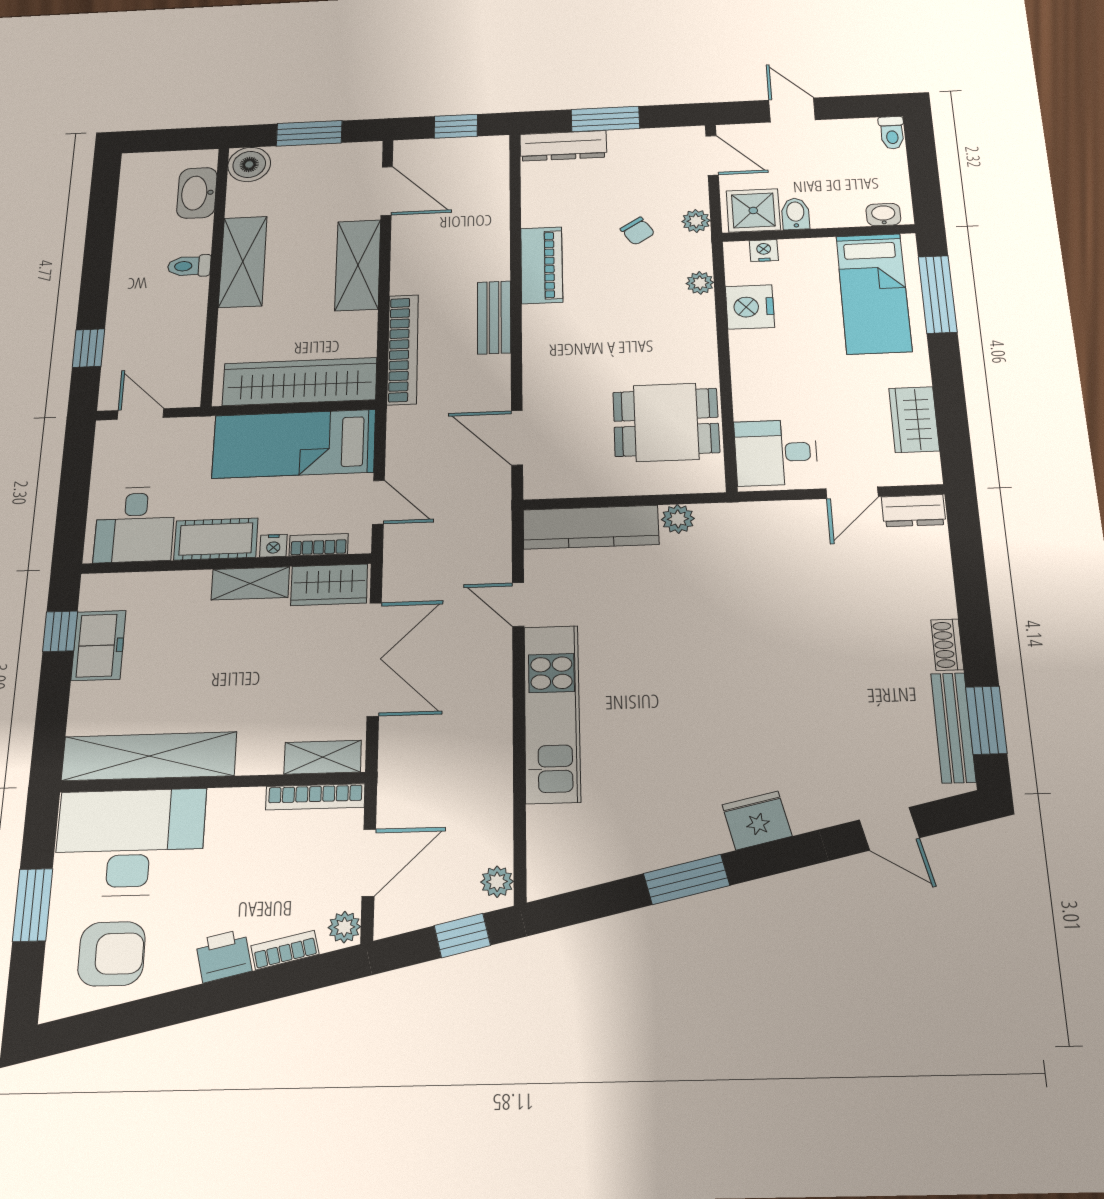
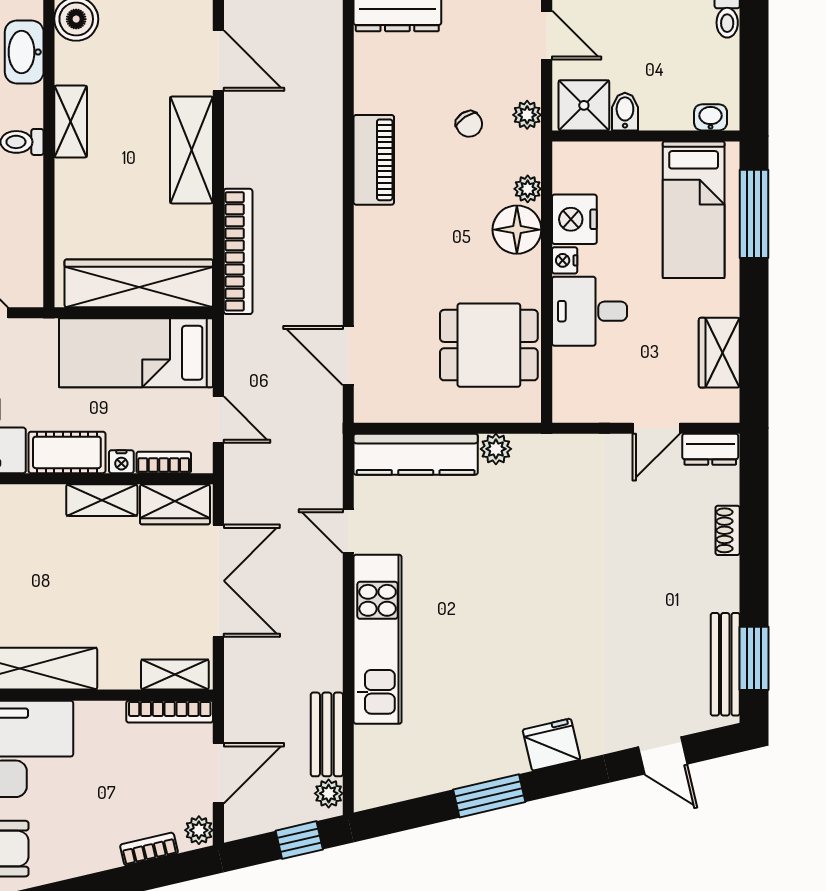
nightstand: (764, 251) -> (565, 260), moved, turned -90
shelving: (243, 262) -> (71, 122), width x0.67, depth x0.75
bench: (494, 317) -> (327, 734), moved
floor lamp: (691, 318) -> (517, 230), added
desk: (776, 453) -> (589, 311), moved
shoe rack: (947, 645) -> (728, 530), moved
printer: (224, 956) -> (97, 853), removed

